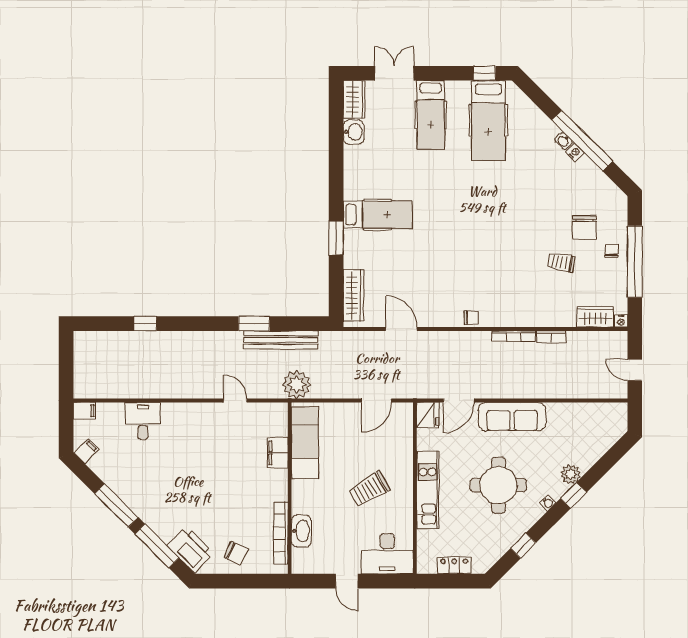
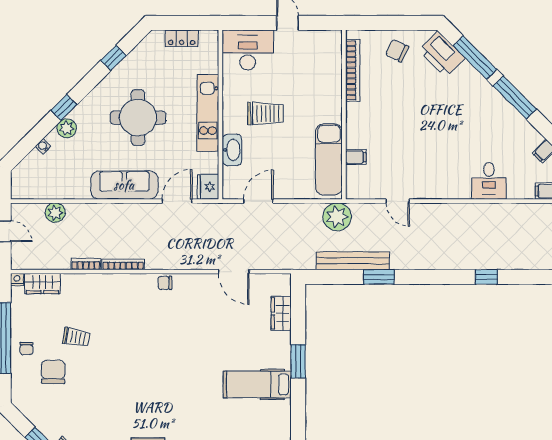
wardrobe: (353, 295) -> (281, 313), width x0.67
plant: (582, 389) -> (55, 213), added
filing cabinet: (278, 453) -> (356, 157), width x0.50
trolley: (369, 489) -> (265, 114), turned 30
water cooler: (548, 503) -> (43, 146), moved
washbasin: (301, 531) -> (232, 150), moved, turned 180

